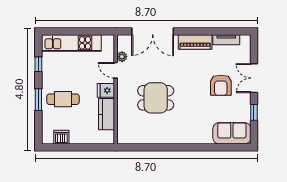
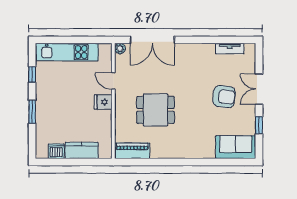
piano: (195, 42) -> (132, 151), moved, turned 180
plant: (122, 57) -> (120, 49), moved
armchair: (221, 85) -> (224, 97), turned -83
cafe table: (63, 99) -> (58, 111), removed
kitchen counter: (106, 114) -> (82, 150), moved, turned 90

